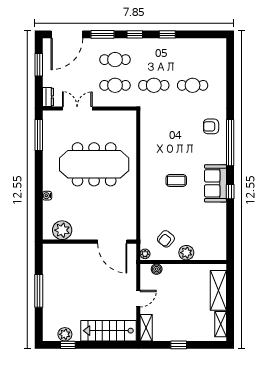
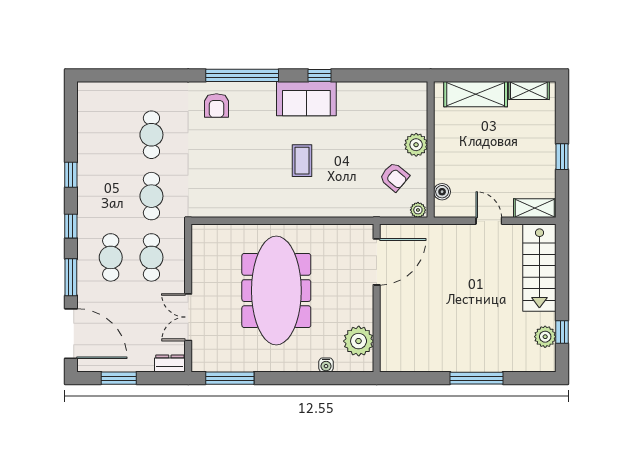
plant: (62, 230) -> (359, 341), moved
wall: (89, 242) -> (377, 298), moved
door: (112, 242) -> (377, 262), moved

